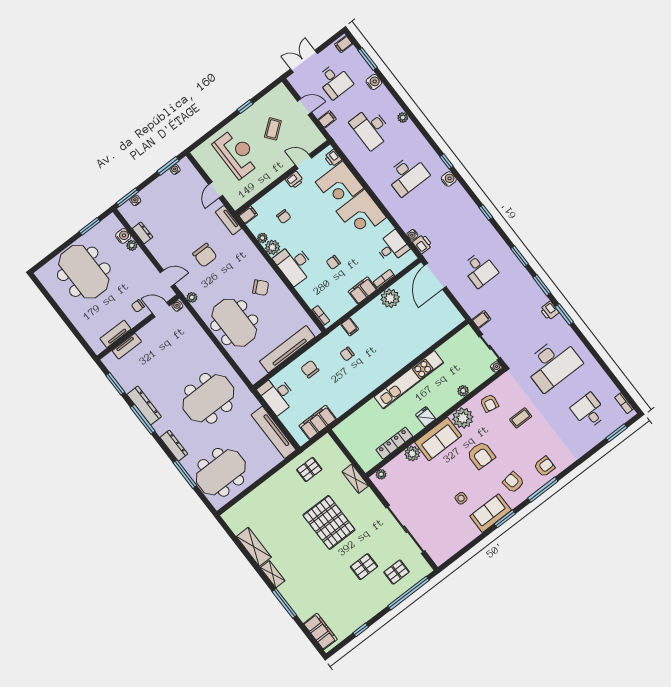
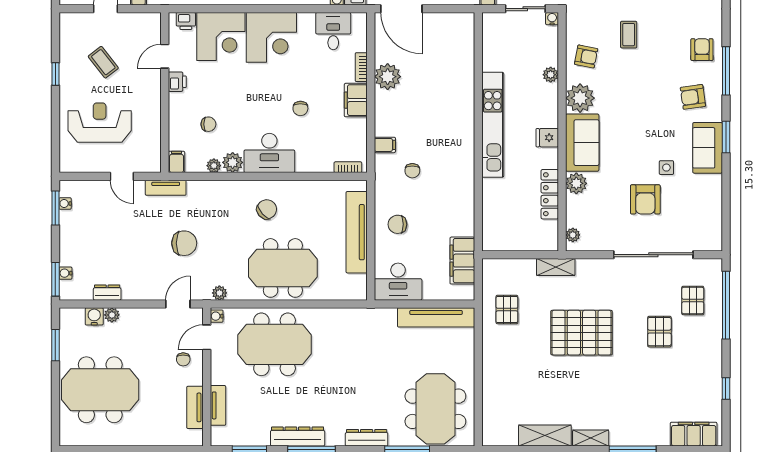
meeting table: (208, 398) -> (275, 344), moved, turned 90
armchair: (481, 455) -> (645, 199), moved, turned 89

